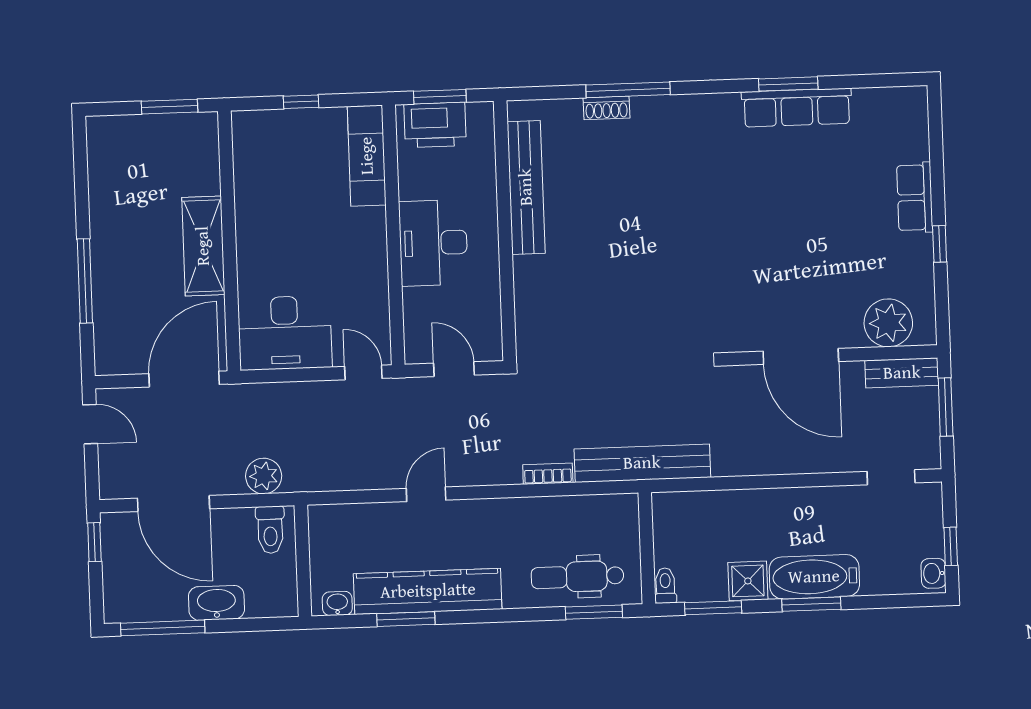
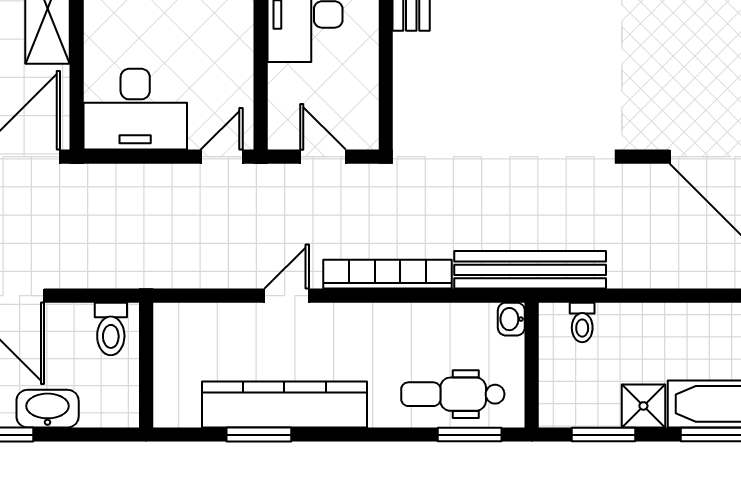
door: (363, 372) -> (222, 157), hinge flipped
bookcase: (548, 474) -> (387, 274), width x2.31, depth x1.31
plant: (264, 476) -> (106, 269), removed
toilet: (665, 586) -> (582, 322), moved, turned 180
washbasin: (337, 603) -> (511, 319), moved, turned -90

